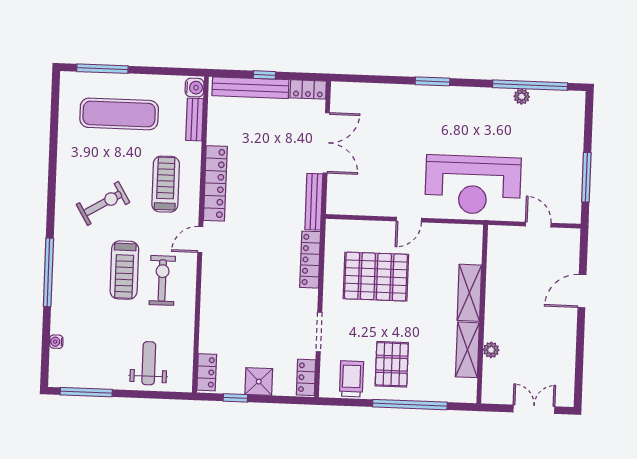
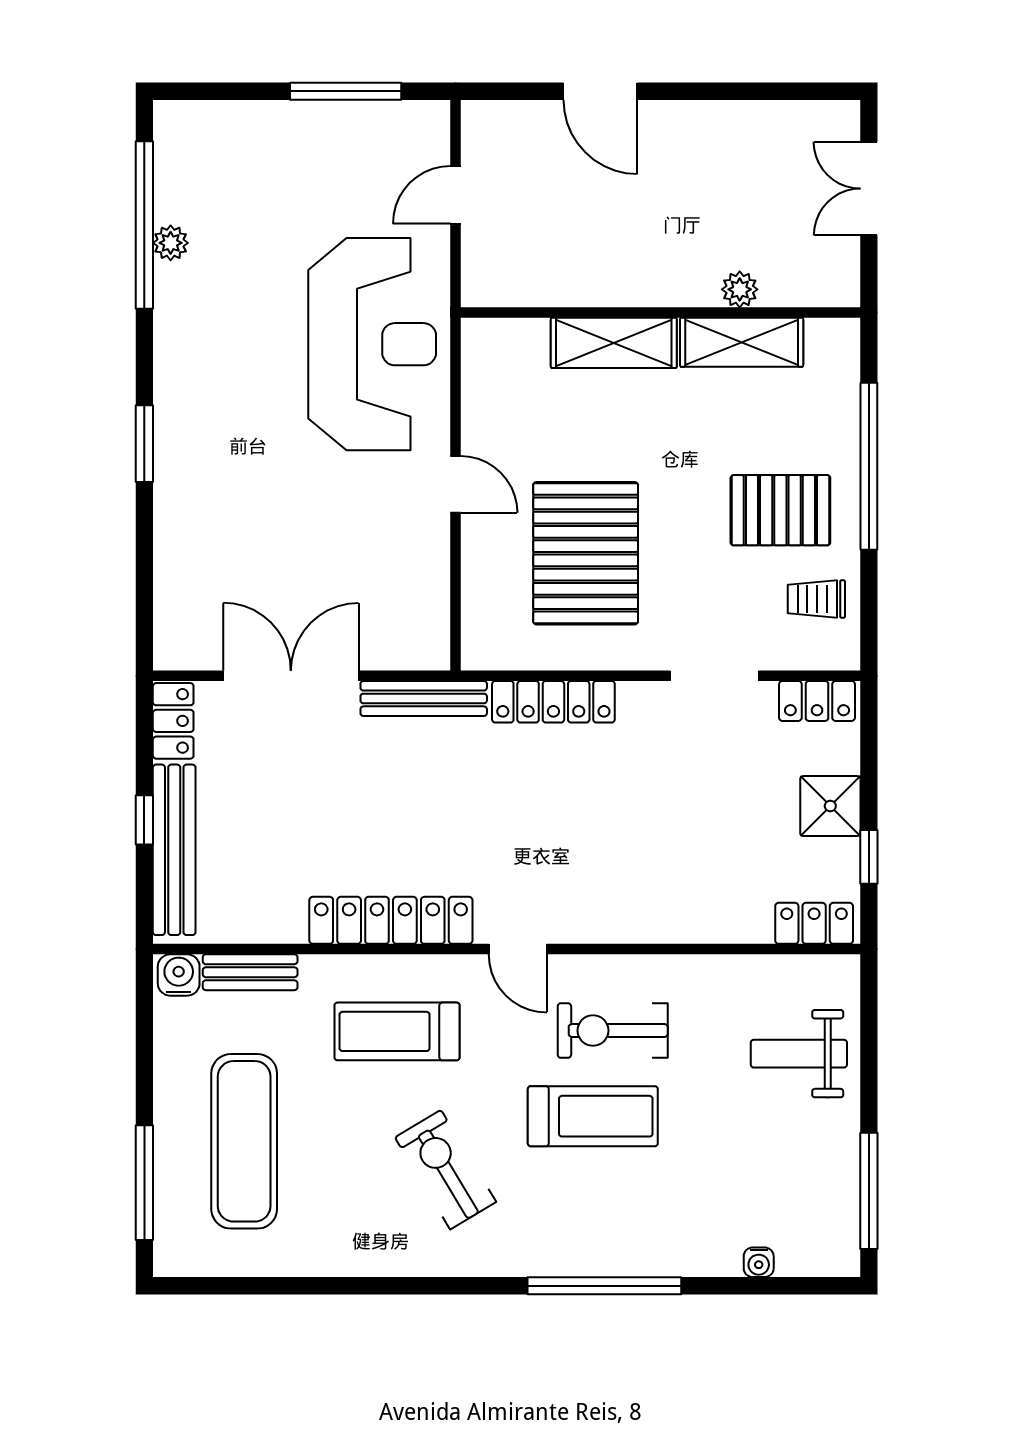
trolley: (352, 379) -> (816, 599), width x0.73, depth x0.72

